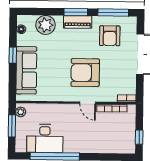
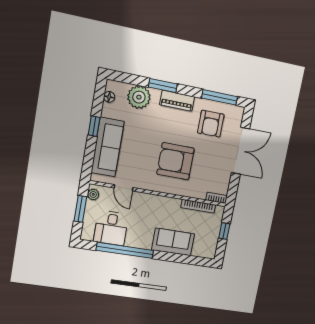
window: (76, 12) -> (163, 86), moved
door: (88, 103) -> (124, 188), moved
window: (139, 137) -> (224, 231), moved
desk: (45, 138) -> (111, 228), width x0.73
sofa: (95, 143) -> (173, 242), added

